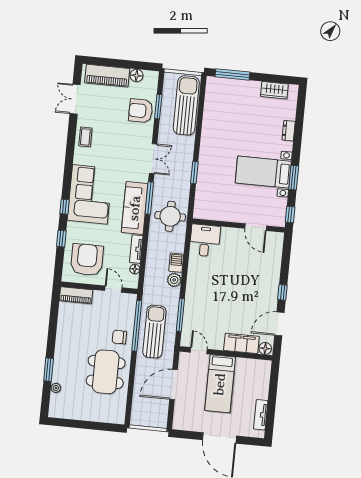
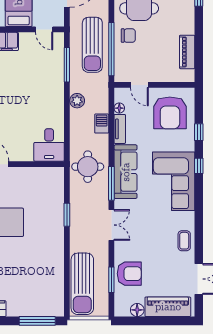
double door: (153, 159) -> (111, 225), swing flipped
barbecue: (176, 263) -> (102, 124), moved, turned 180
piano: (76, 295) -> (187, 52), moved, turned -90

